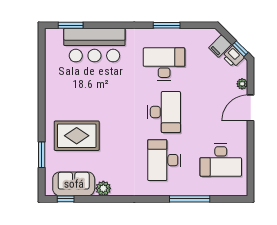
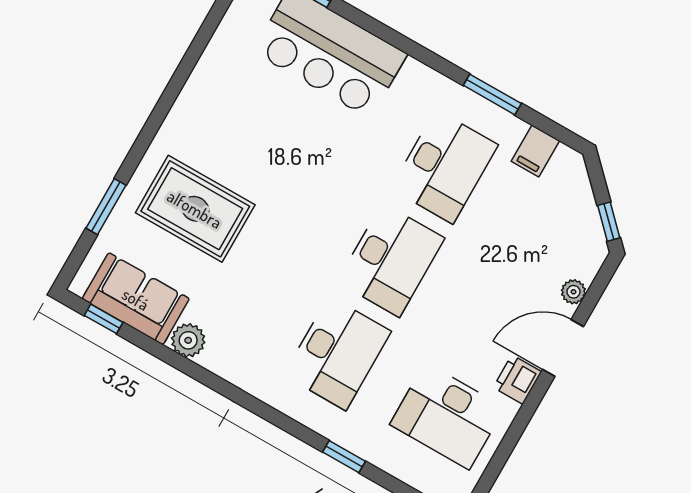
filing cabinet: (220, 46) -> (535, 151), moved, turned -45
printer: (233, 57) -> (517, 380), moved, turned 45
desk: (164, 64) -> (444, 167), turned 90
desk: (164, 160) -> (337, 353), turned 180
window: (190, 199) -> (344, 457), width x0.46

